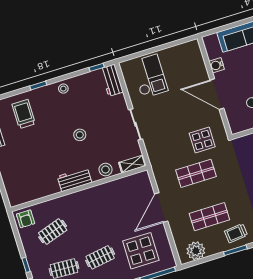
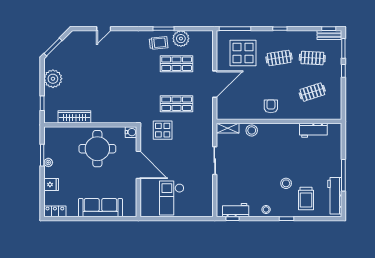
water cooler: (217, 65) -> (131, 132), moved
checkout: (150, 76) -> (172, 198), moved
workbench: (112, 80) -> (236, 210), moved, turned -90
stool: (80, 135) -> (286, 183), moved
workbench: (74, 179) -> (313, 130), moved
armchair: (26, 219) -> (271, 106), moved
plant: (196, 251) -> (181, 39), moved

